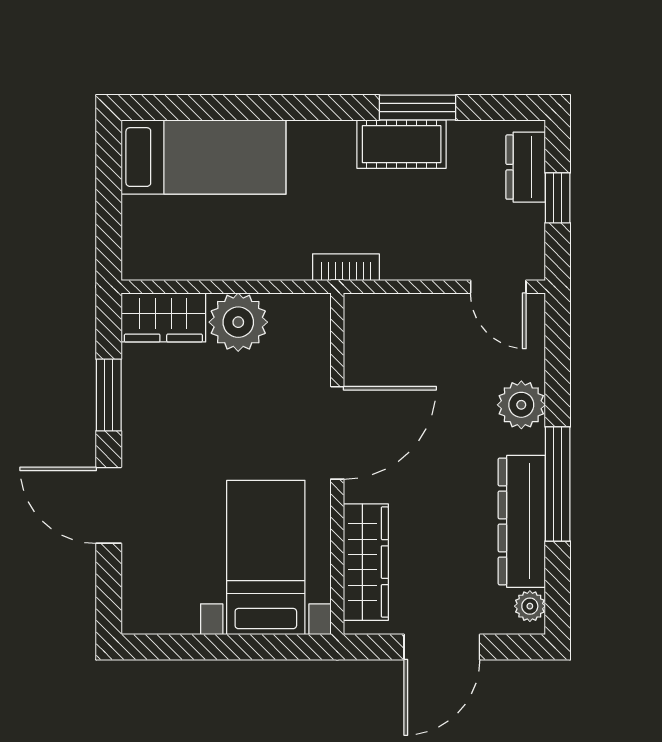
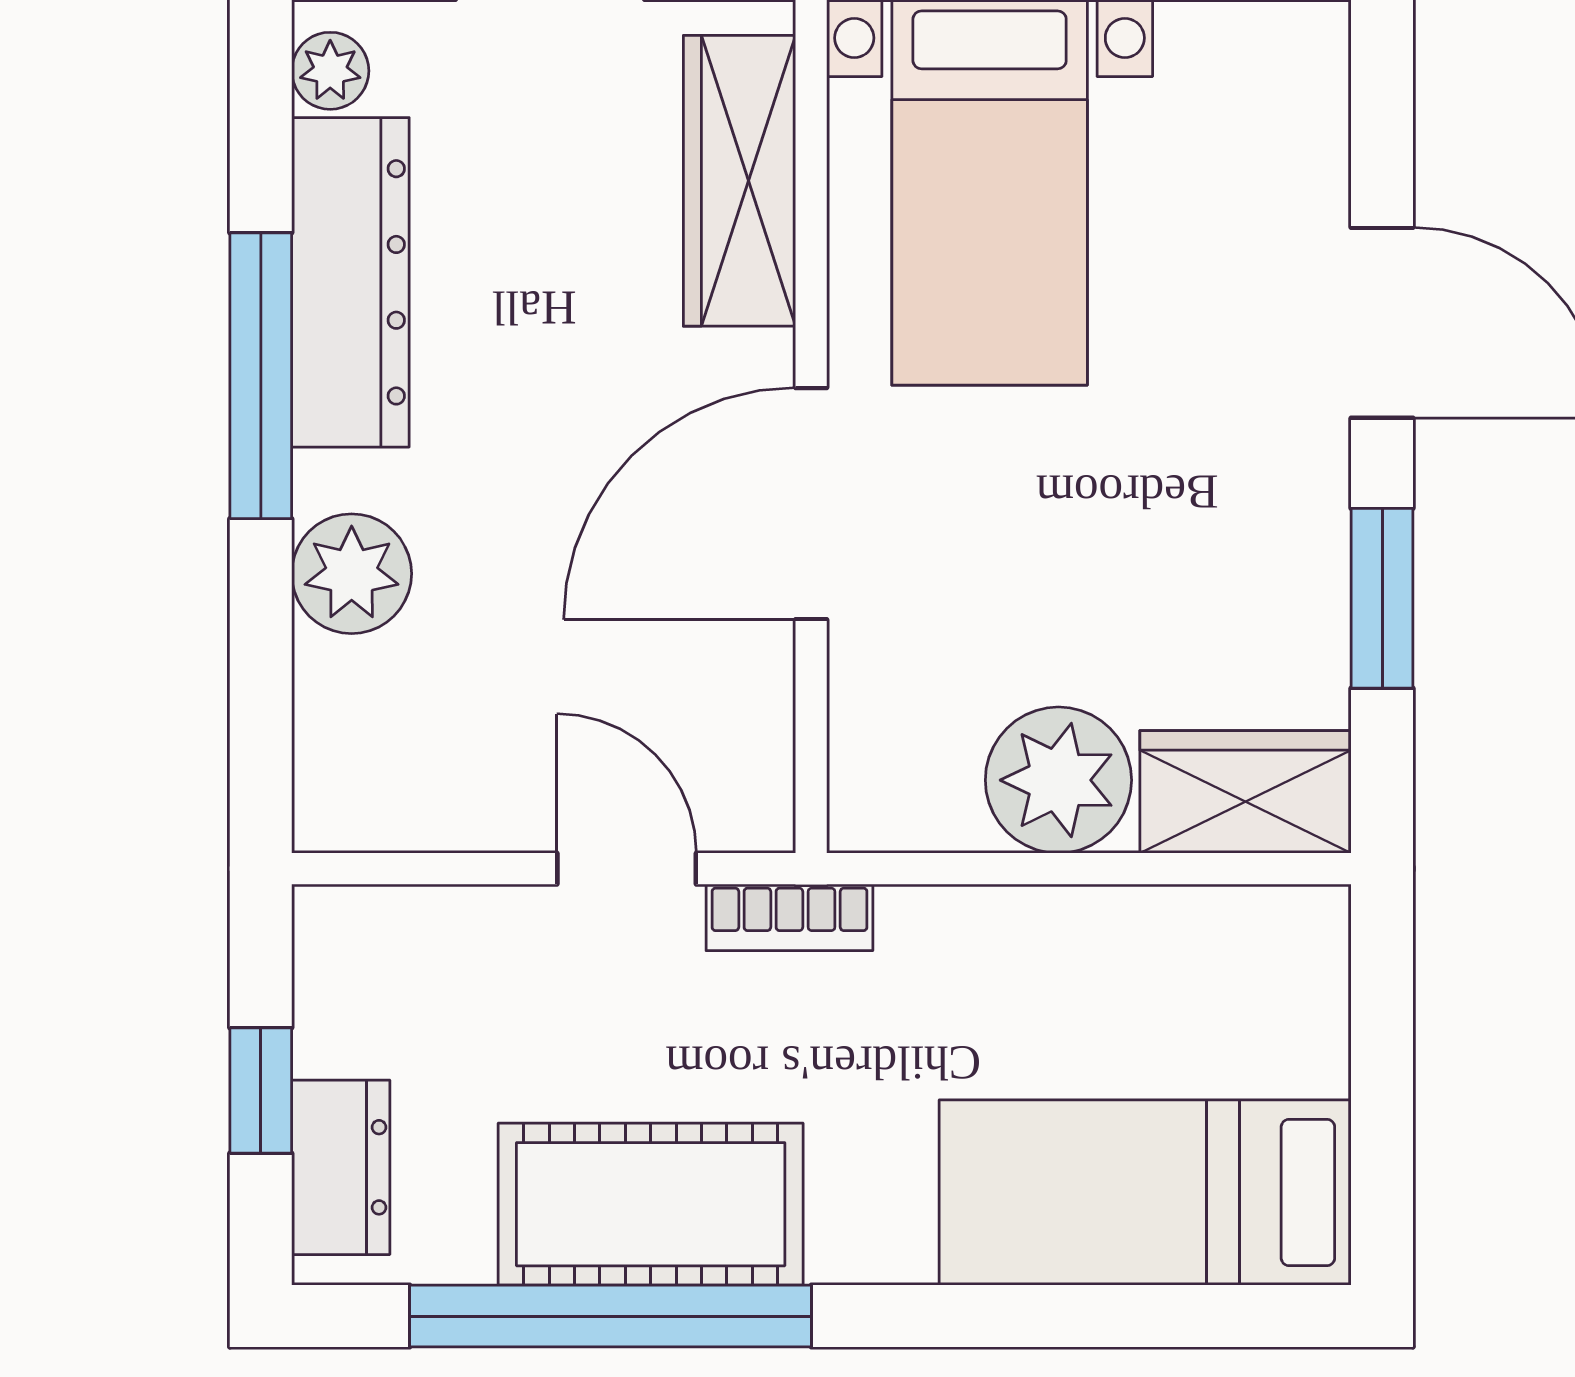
window: (418, 108) -> (611, 1316), width x2.11
cot: (402, 144) -> (651, 1204), width x1.37, depth x1.34
door: (498, 287) -> (627, 869), moved

